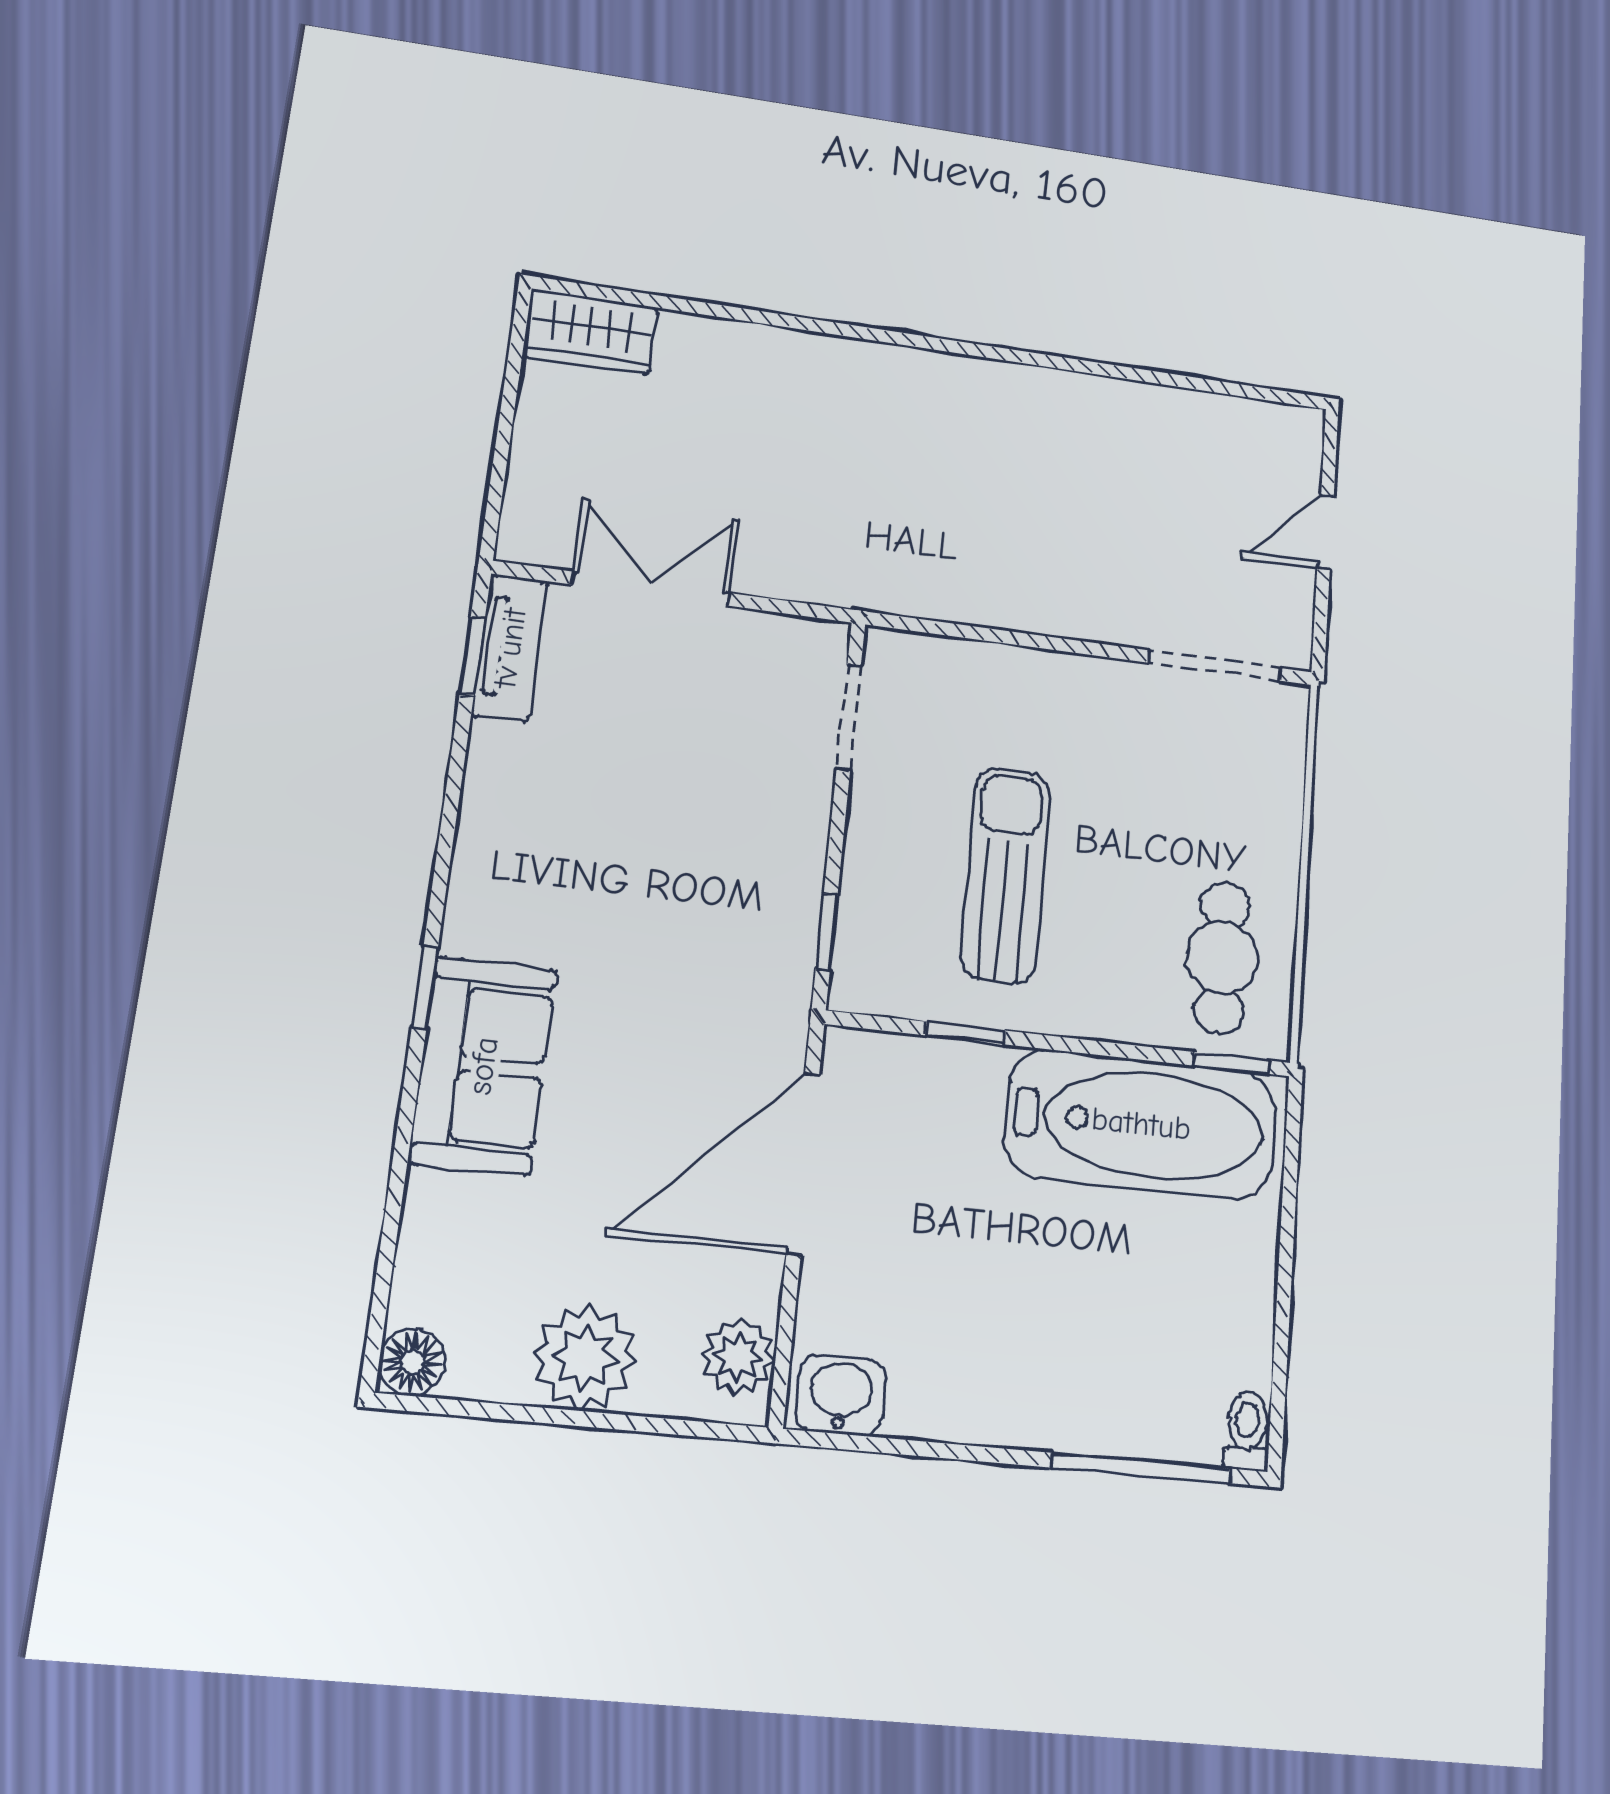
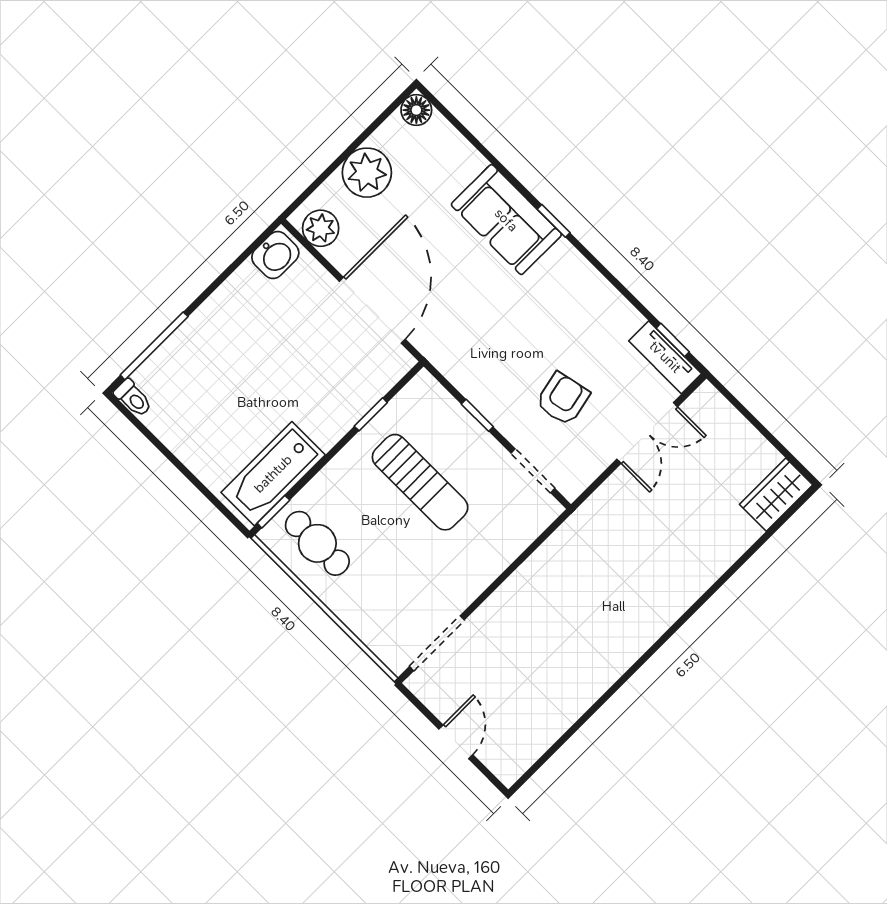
armchair: (702, 756) -> (563, 399), added
window: (827, 932) -> (477, 415), moved
bathtub: (1141, 1124) -> (273, 474), width x0.73, depth x0.73

